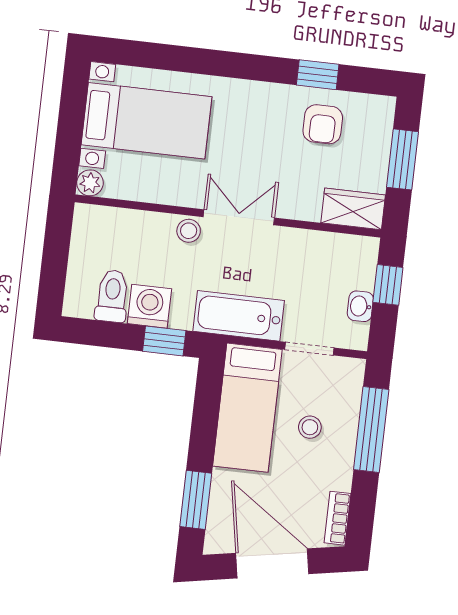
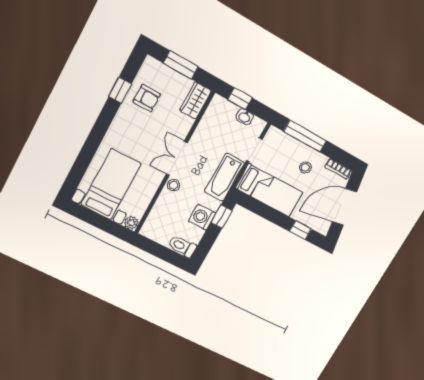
toilet: (112, 296) -> (182, 246), moved
stool: (310, 427) -> (305, 167), moved
window: (196, 500) -> (300, 230), width x0.67

